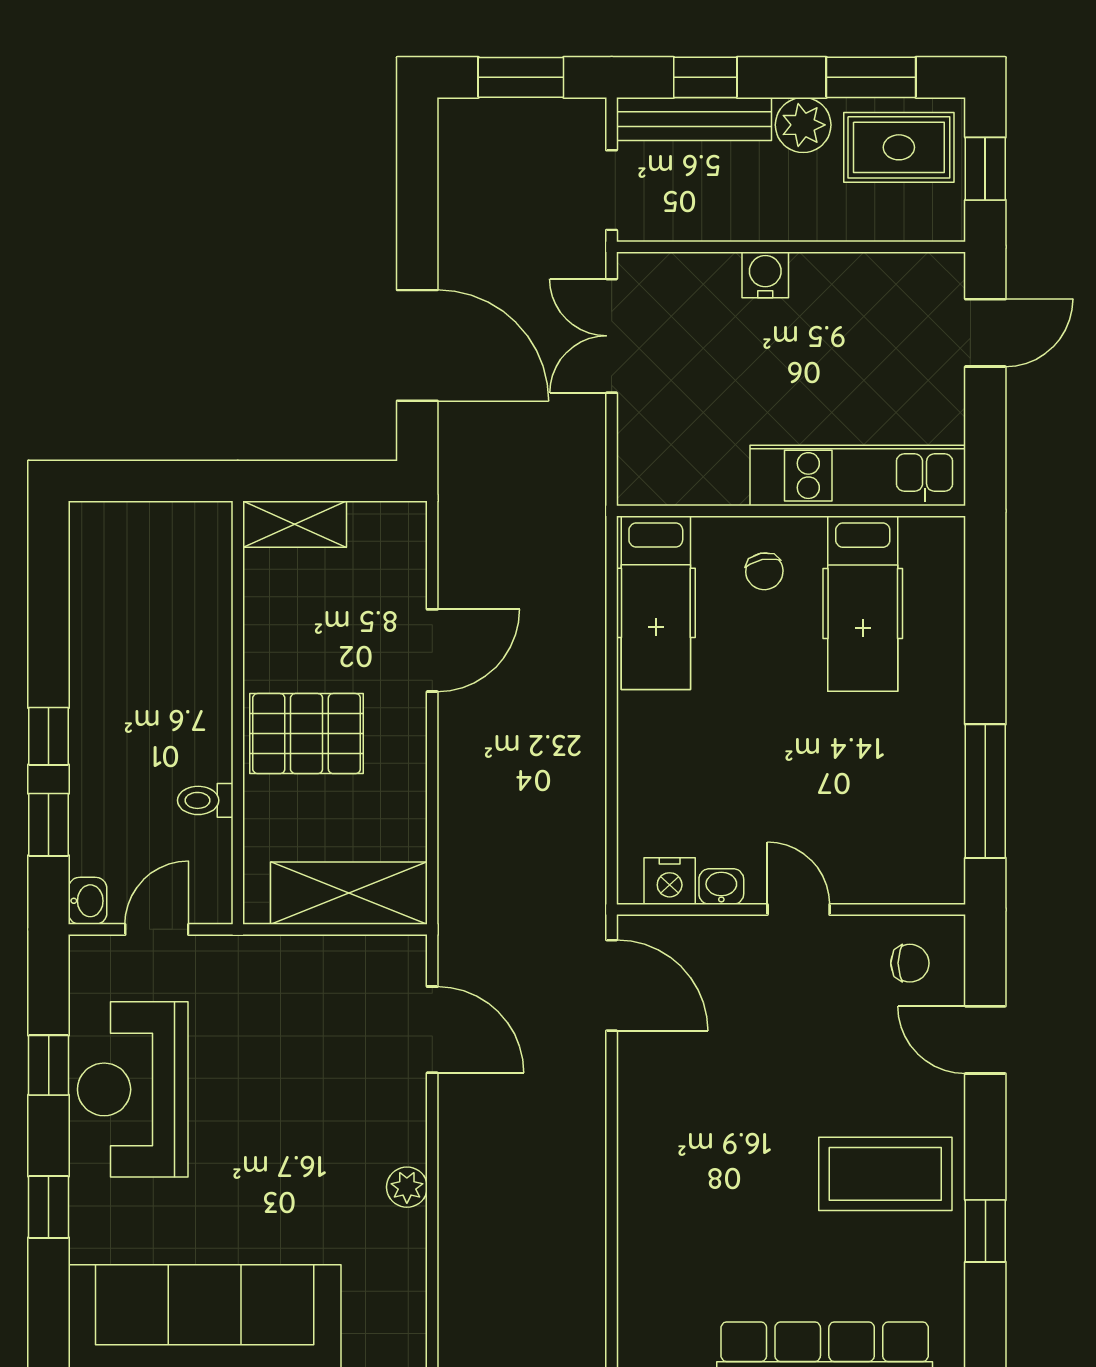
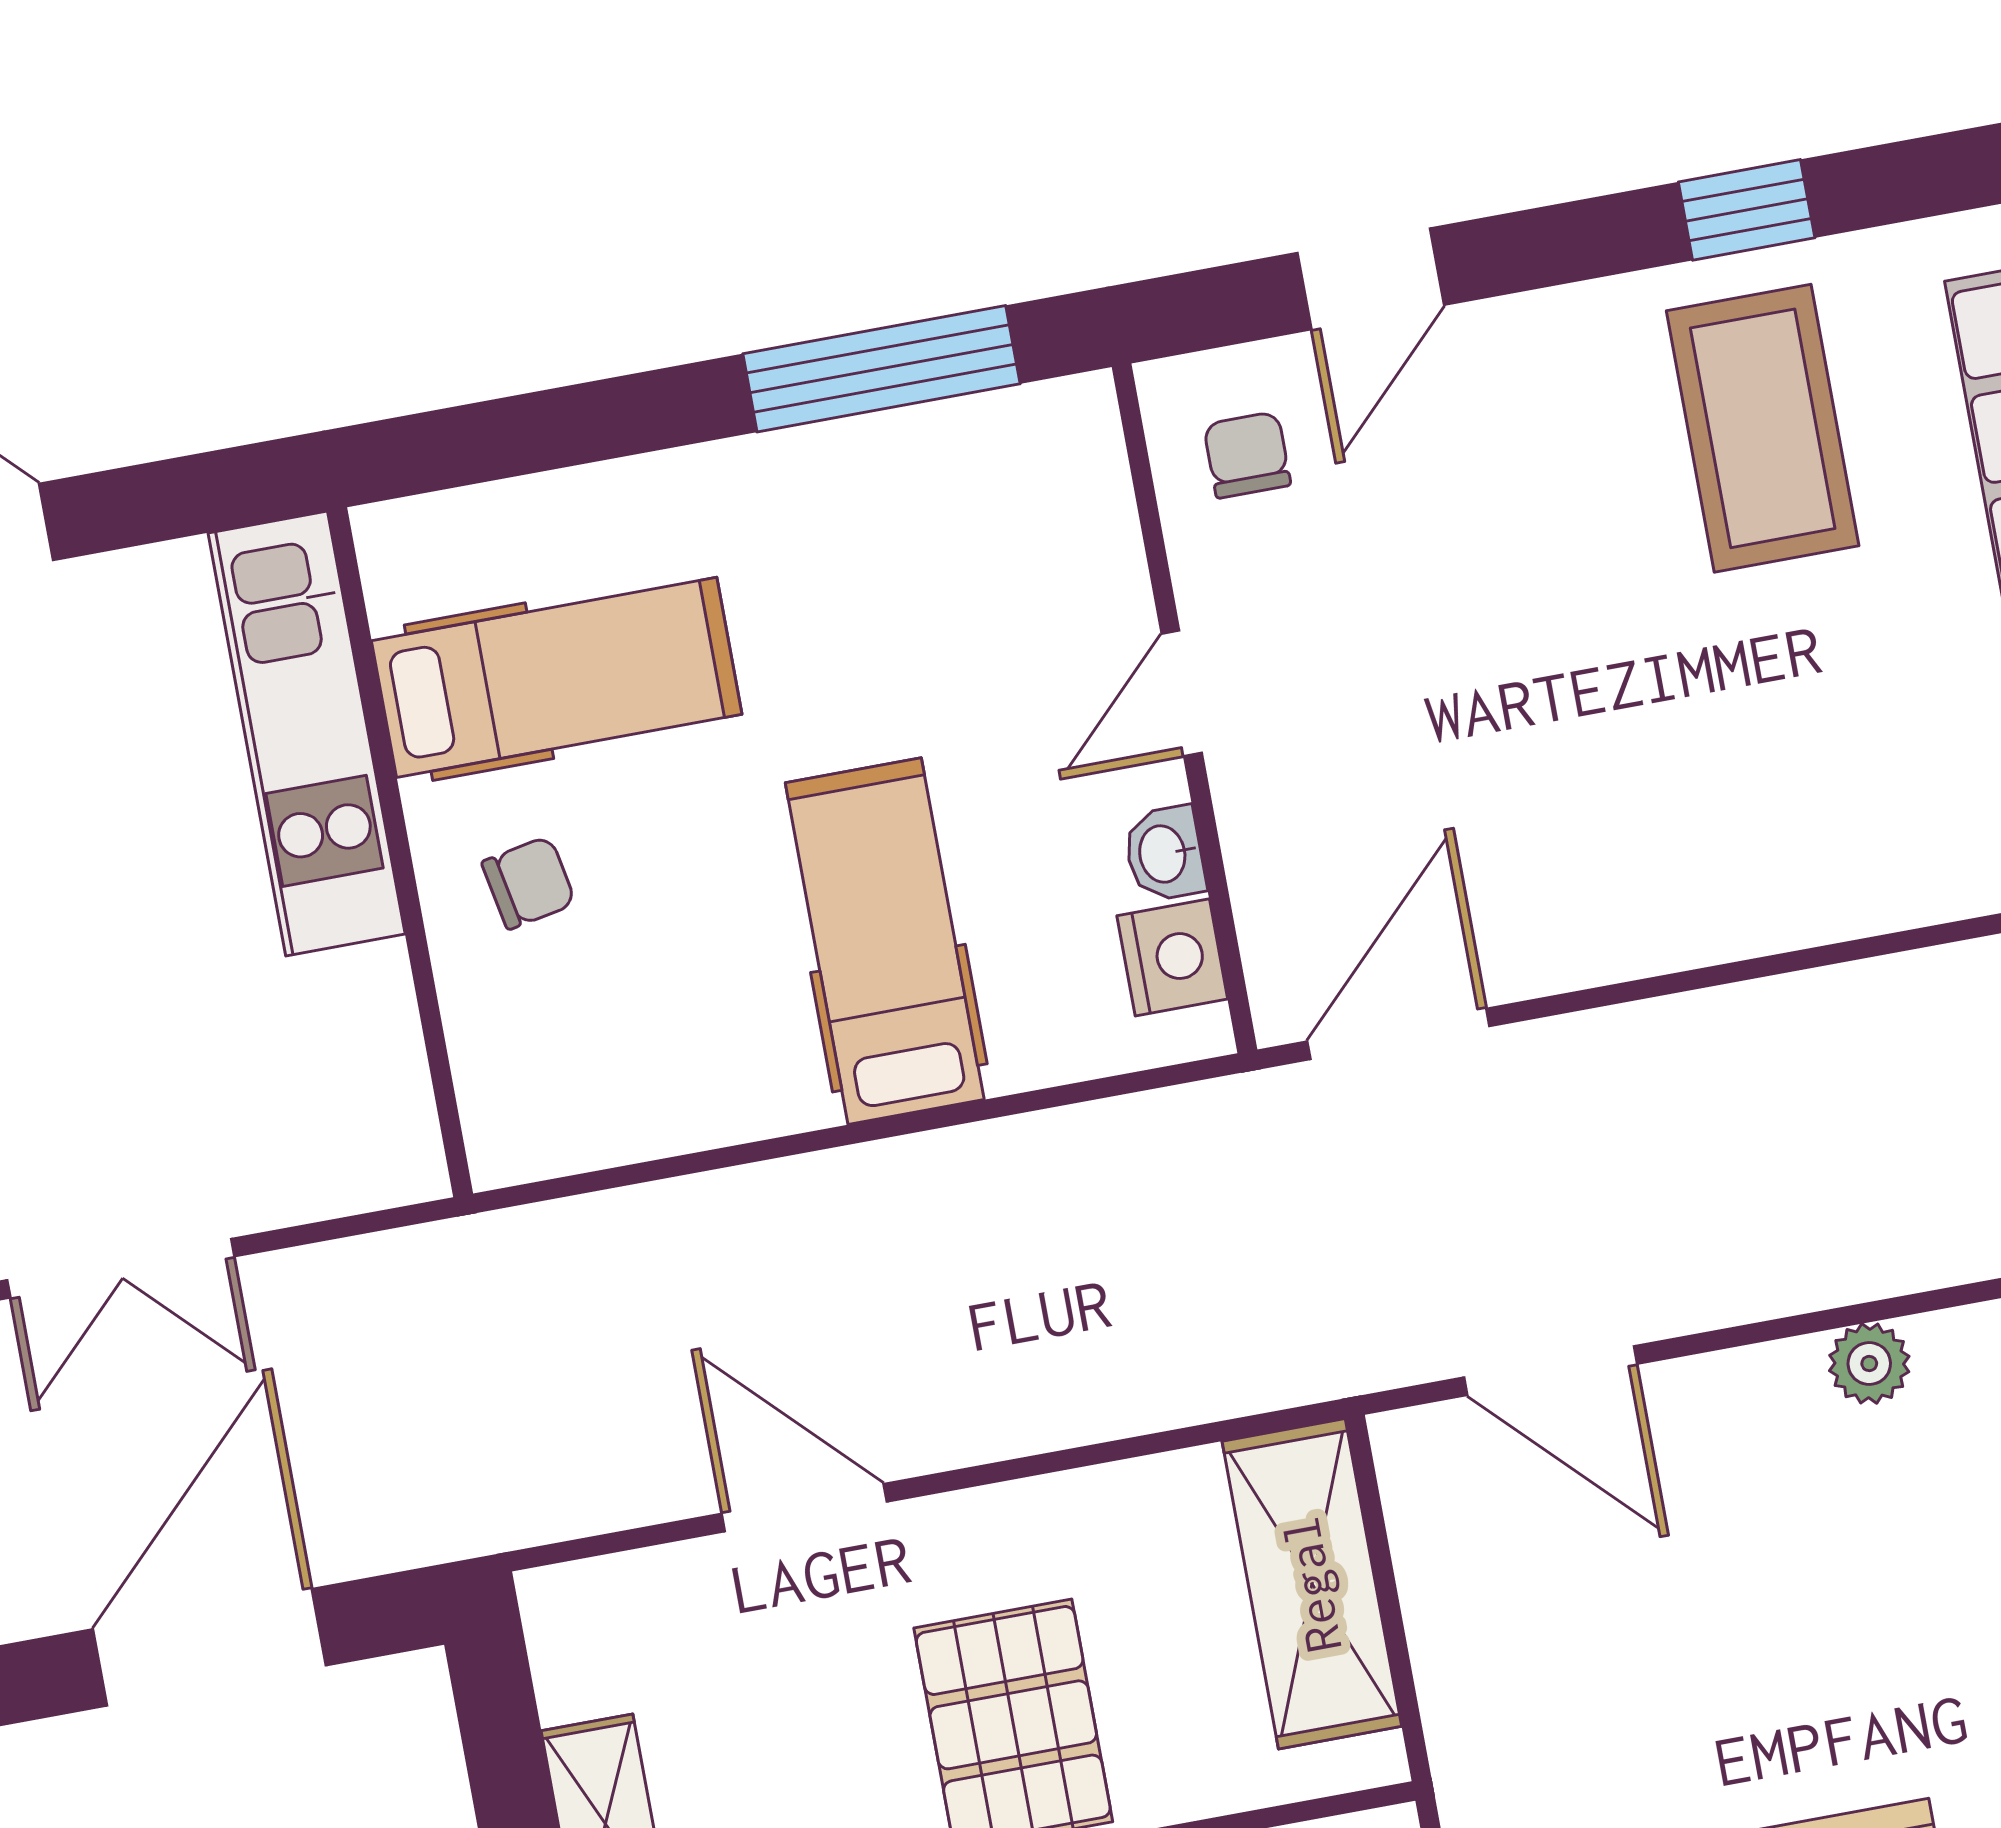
hospital bed: (656, 603) -> (885, 941), moved, turned -90
door: (432, 1030) -> (1551, 1371), swing flipped
coffee table: (885, 1174) -> (1763, 428), moved

